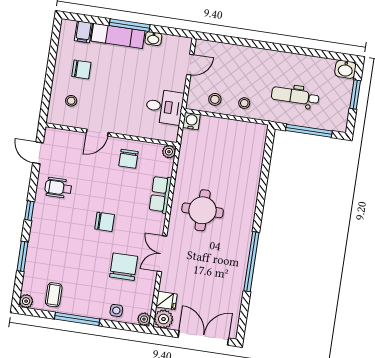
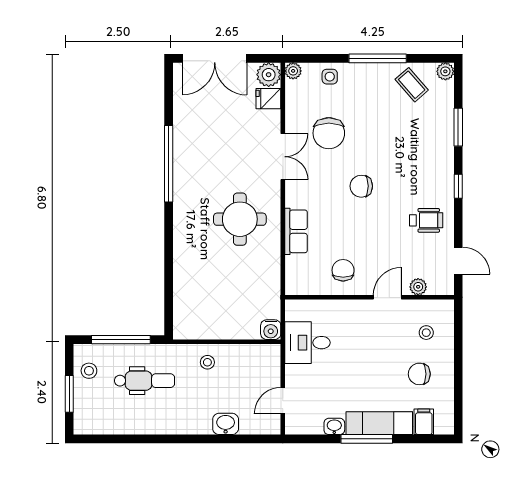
washbasin: (345, 69) -> (226, 424), moved
stool: (215, 99) -> (89, 371), moved
plant: (169, 152) -> (418, 287), moved
coffee table: (54, 295) -> (412, 85), turned -41

